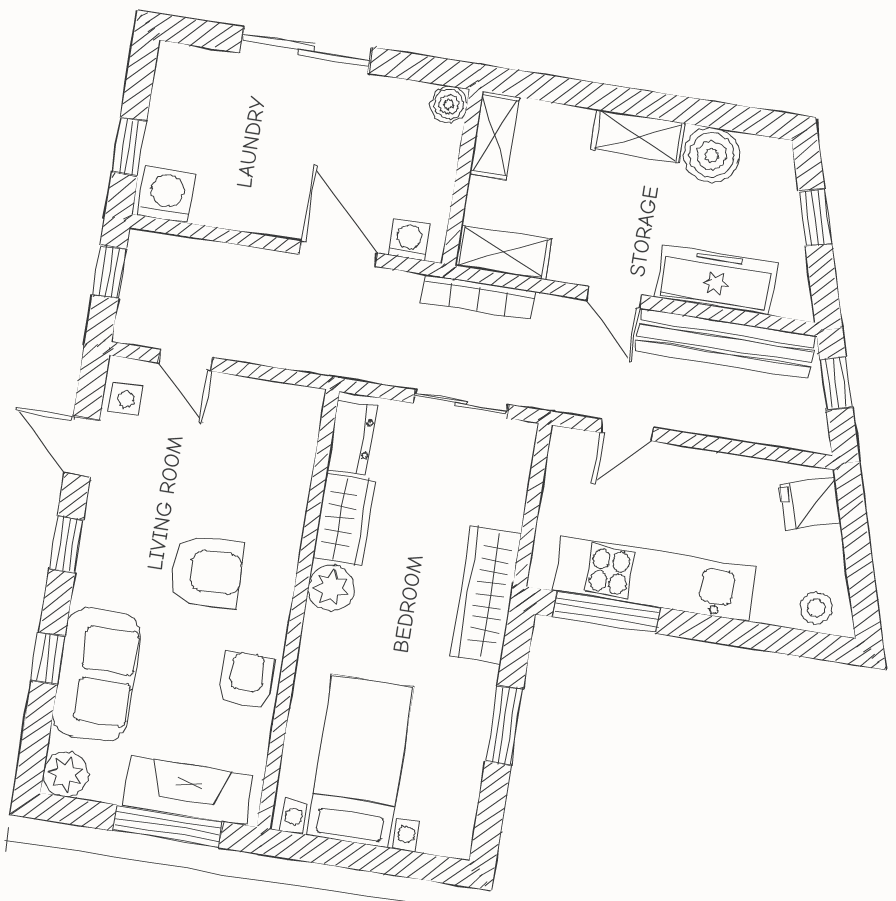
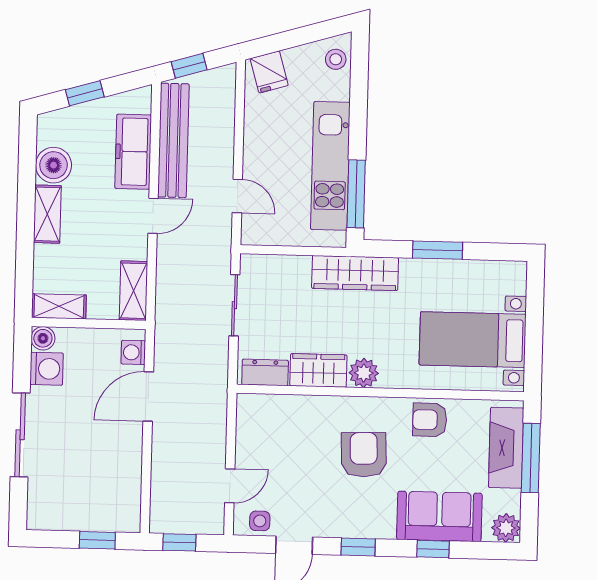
washing machine: (167, 194) -> (47, 369), moved, turned 180
bookcase: (478, 297) -> (164, 303), removed

